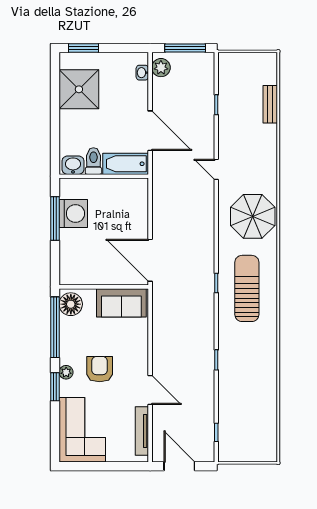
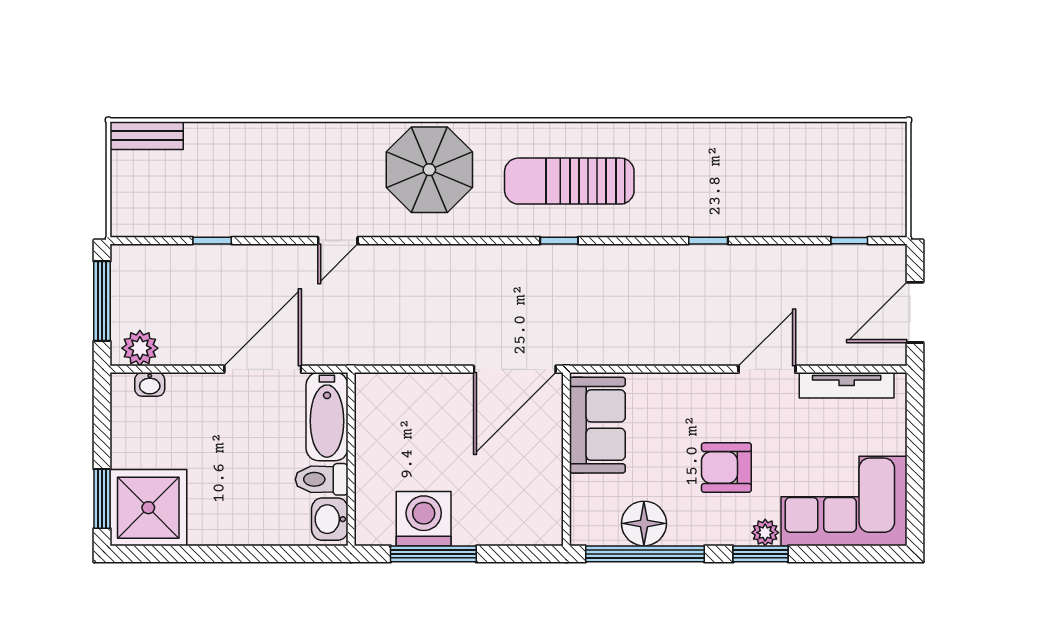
shower: (79, 89) -> (148, 508), moved
bench: (270, 104) -> (147, 136), moved
floor lamp: (71, 304) -> (644, 523), moved
plant: (66, 372) -> (765, 533), moved

